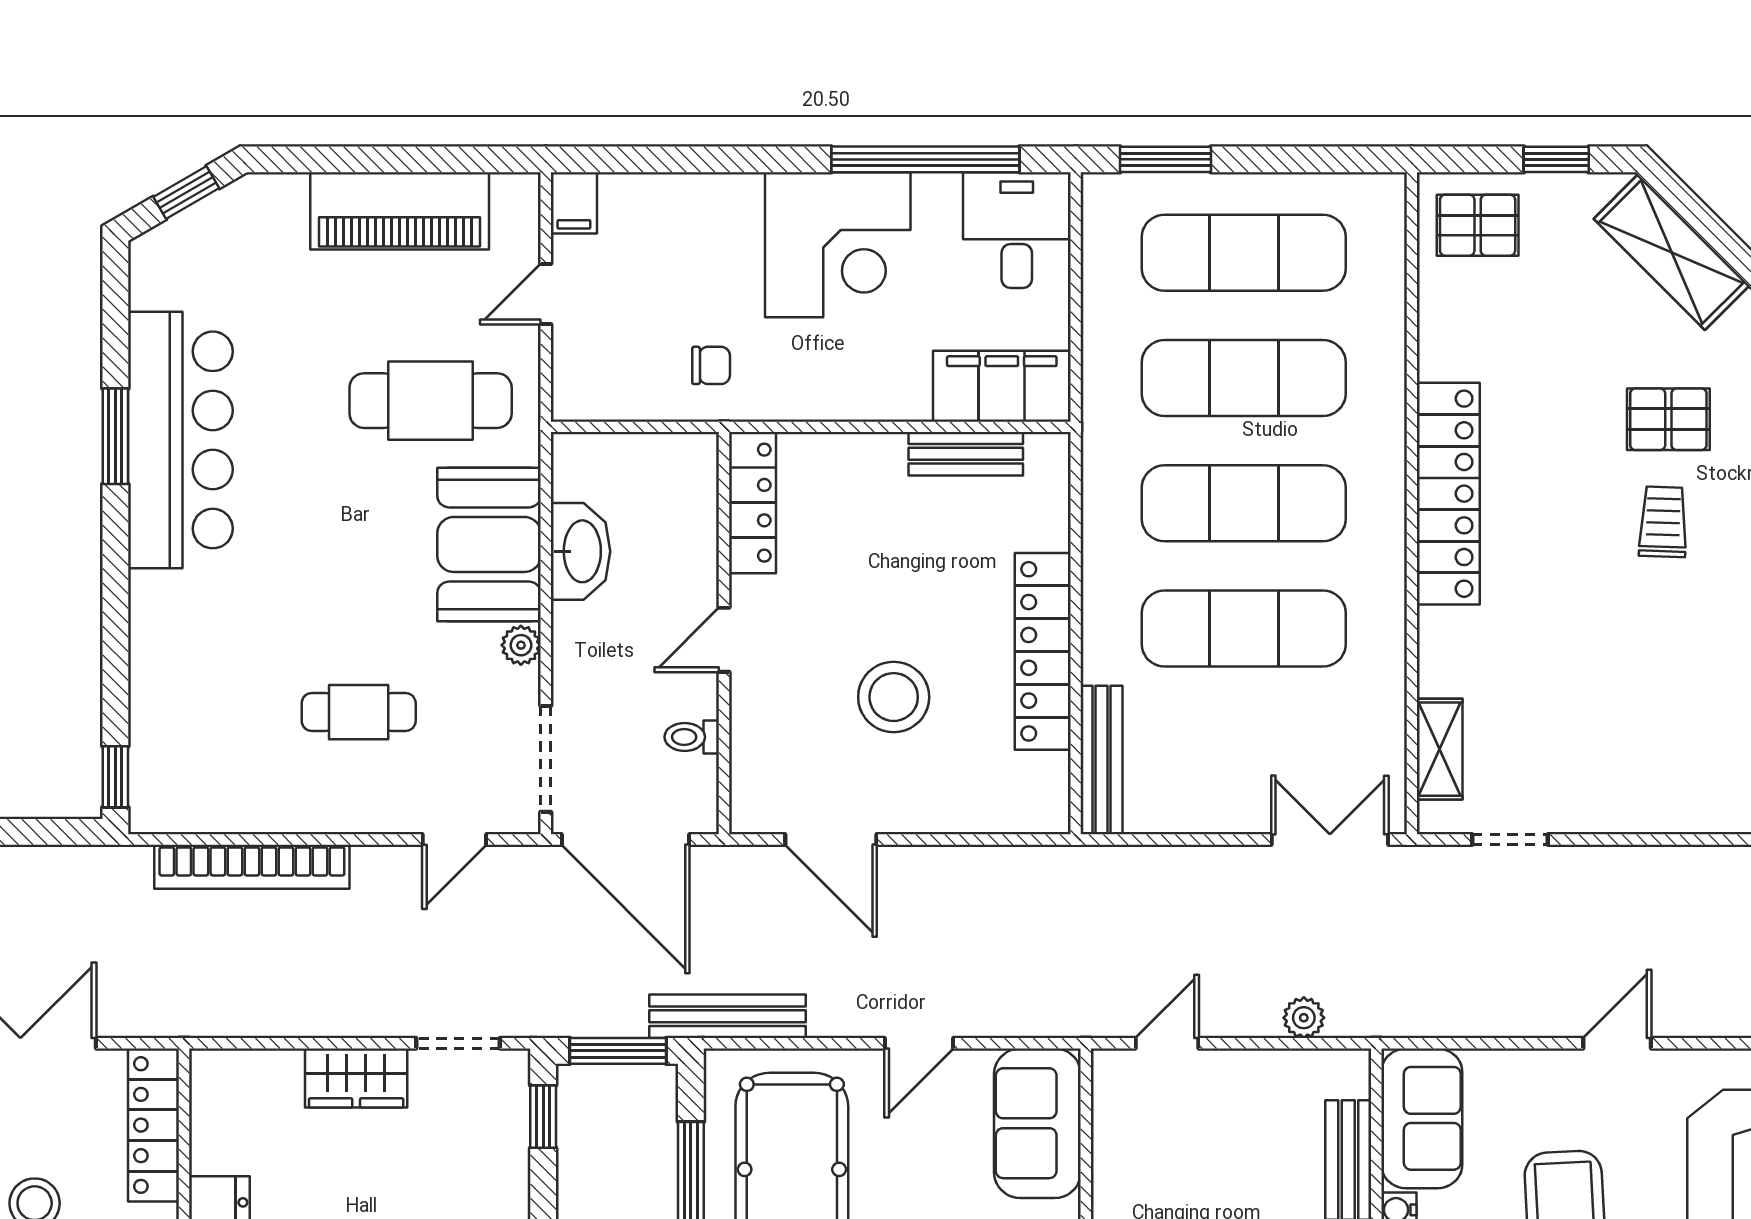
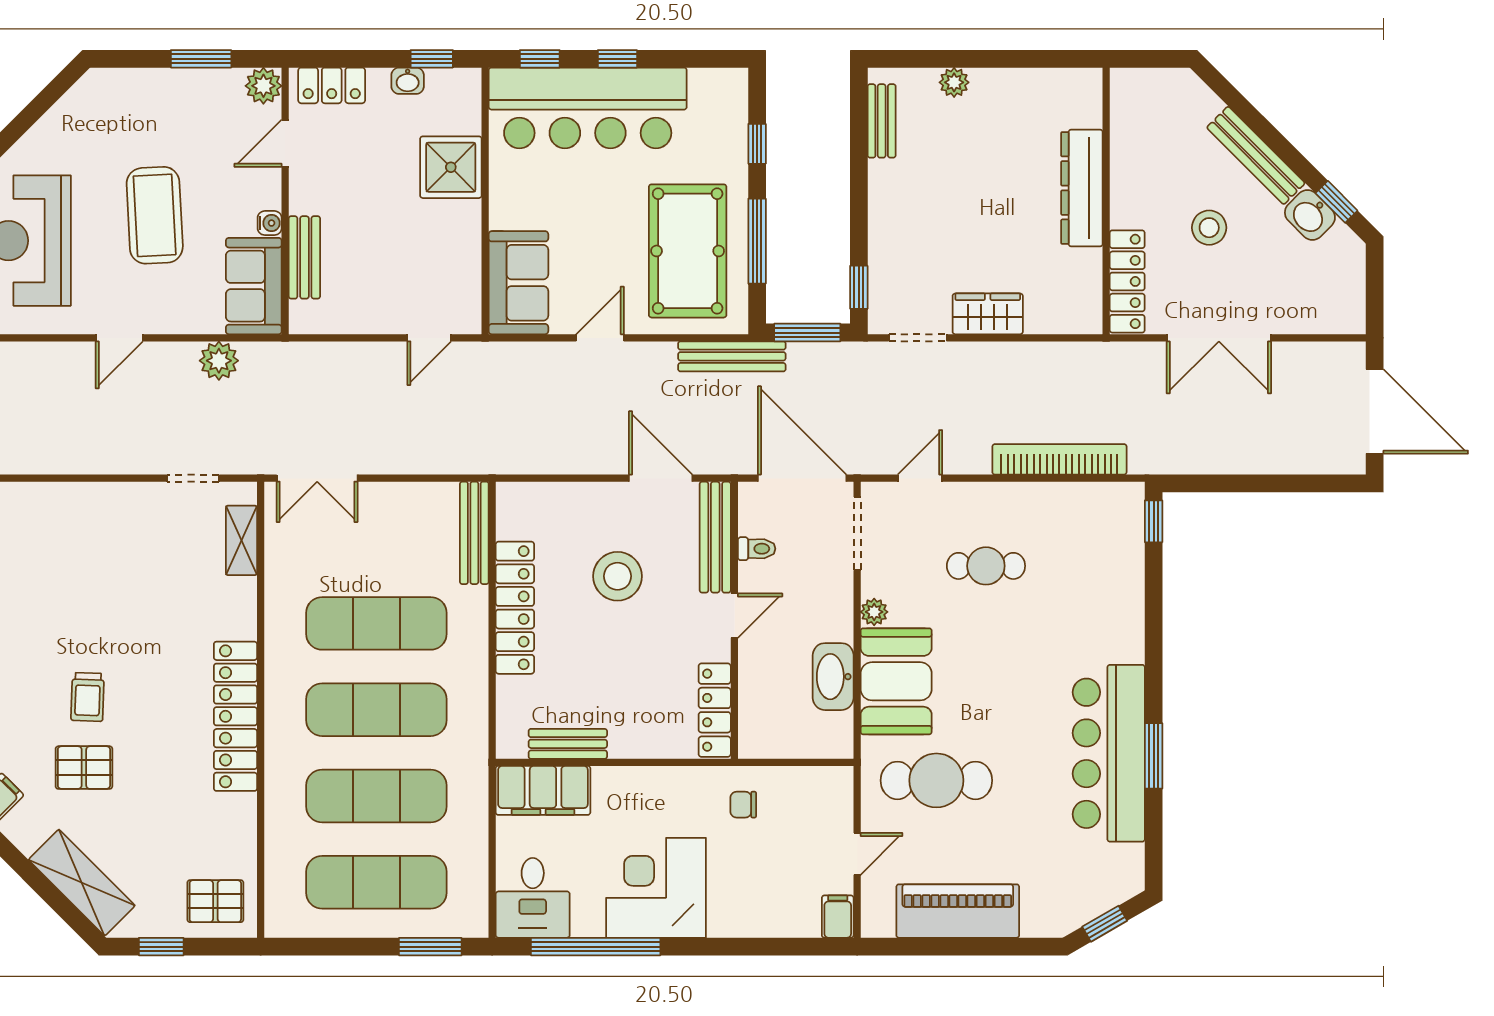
bench: (752, 754) -> (715, 537), added
plant: (1304, 1018) -> (219, 361), moved, width x1.38, depth x1.38

